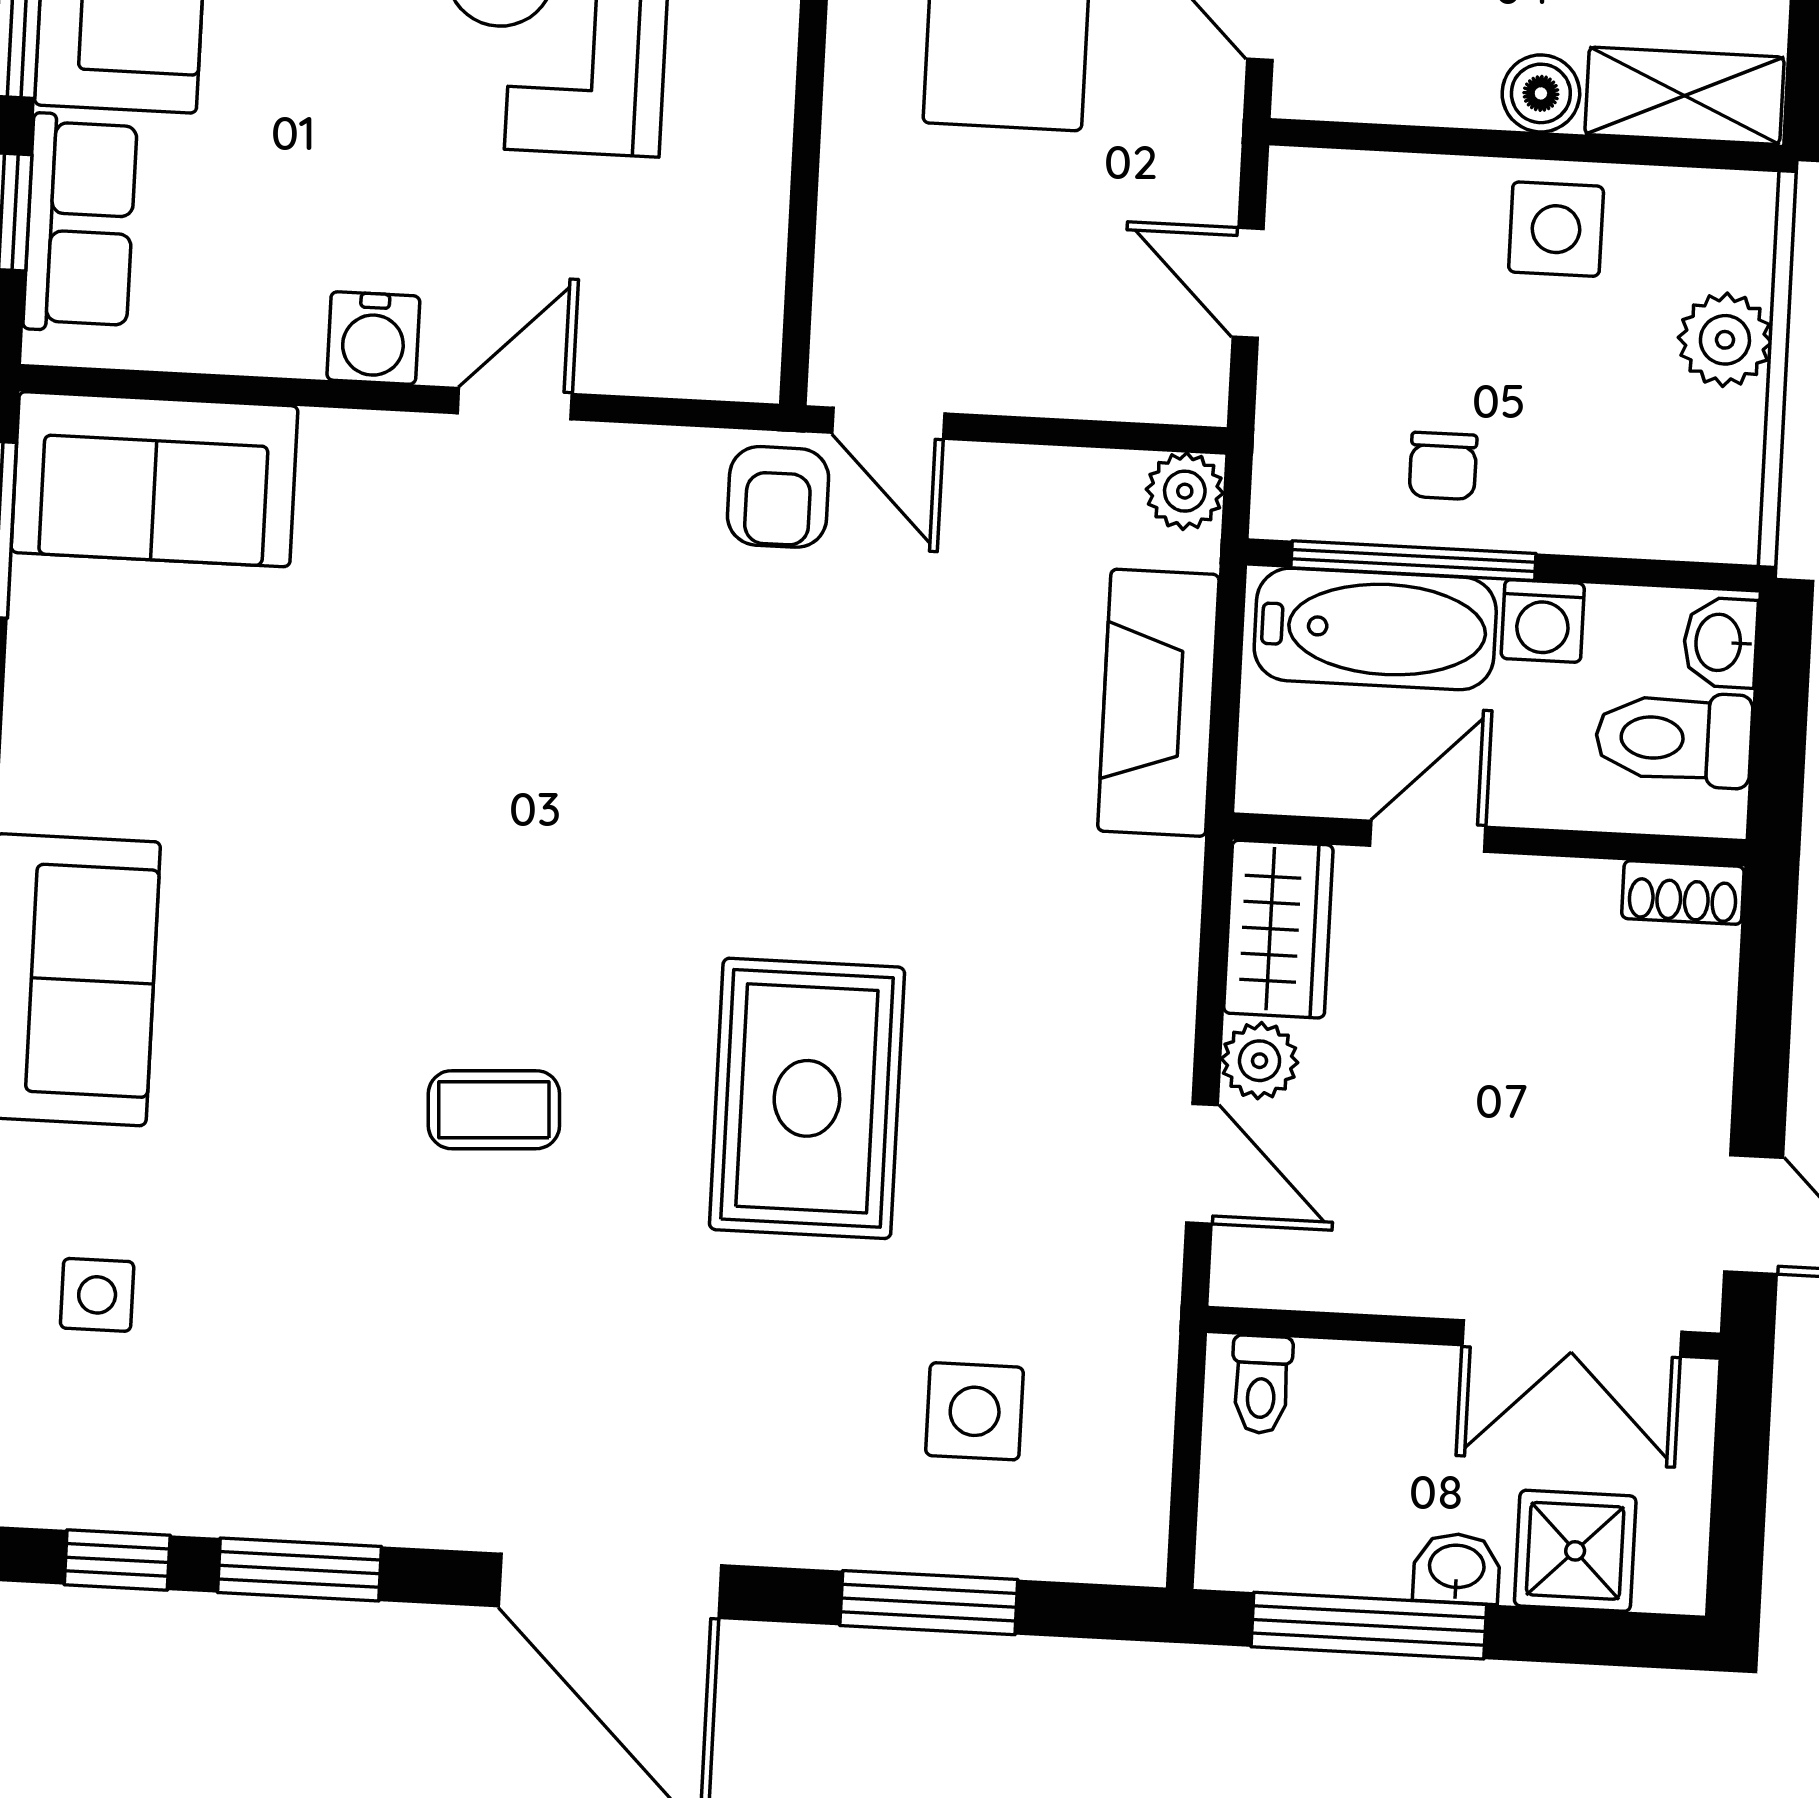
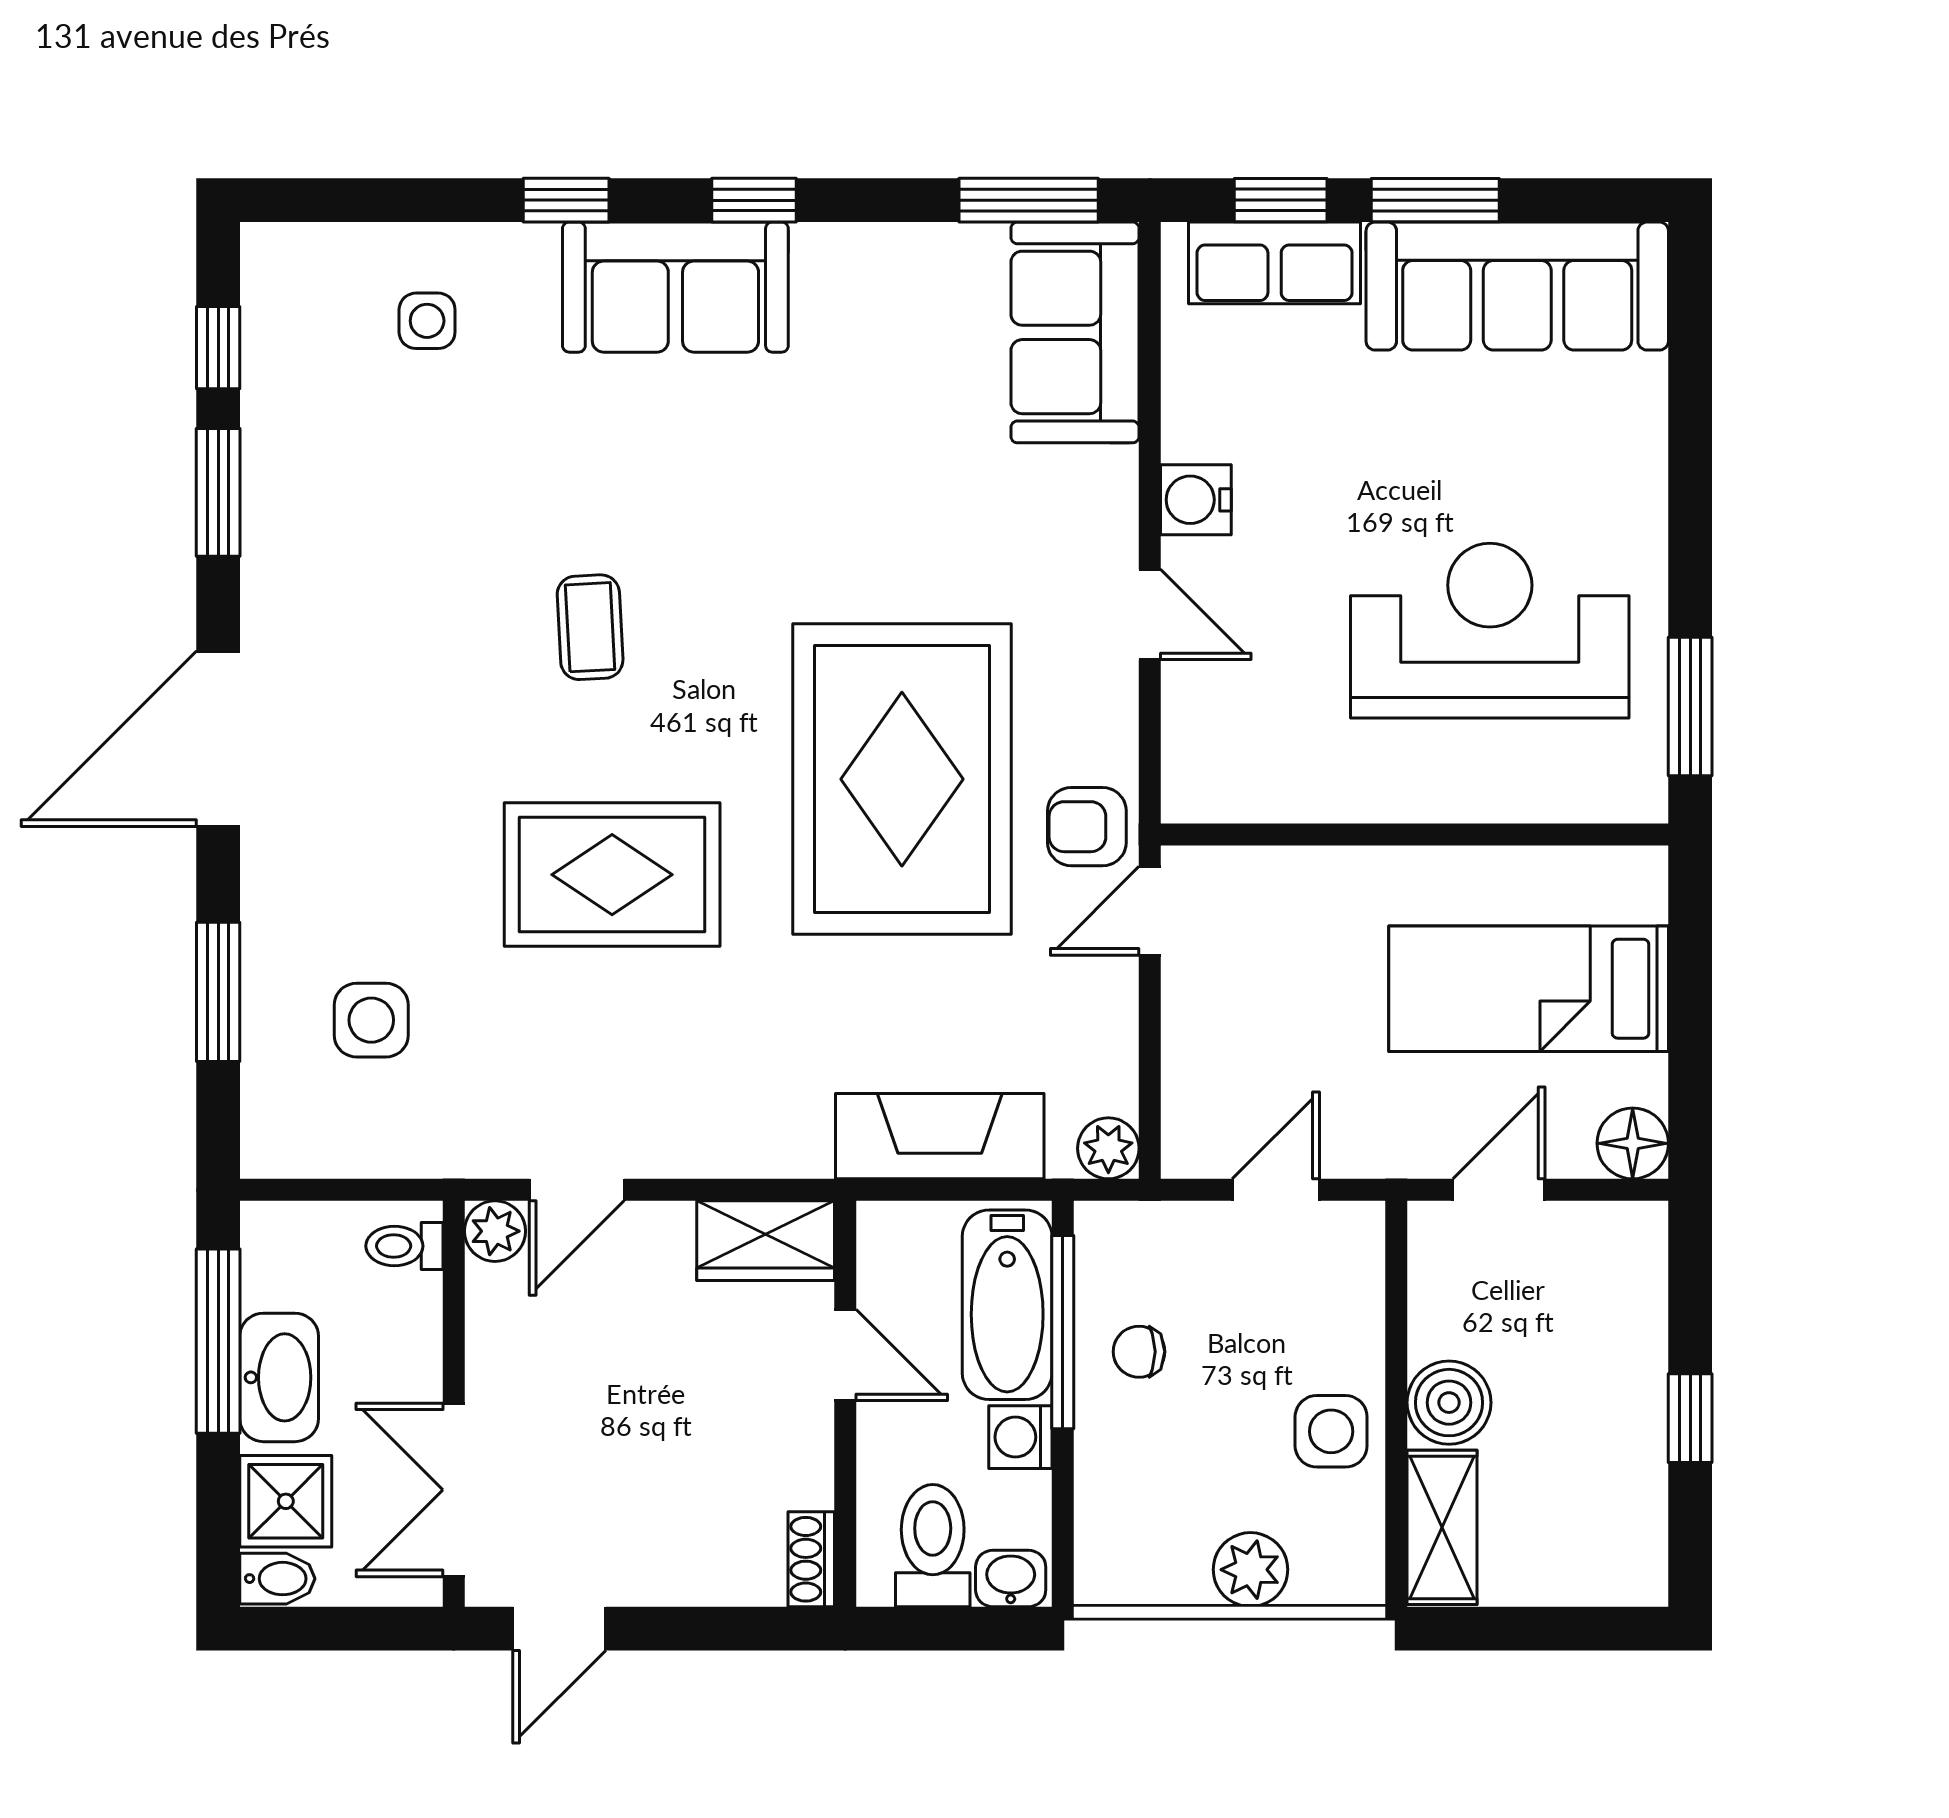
boiler: (1541, 93) -> (1449, 1403), width x1.36, depth x1.36
rug: (706, 727) -> (902, 779), added
plant: (1260, 1061) -> (495, 1231), moved
bidet: (1672, 1567) -> (277, 1579), added
washbasin: (1457, 1568) -> (279, 1377), width x1.91, depth x1.45

